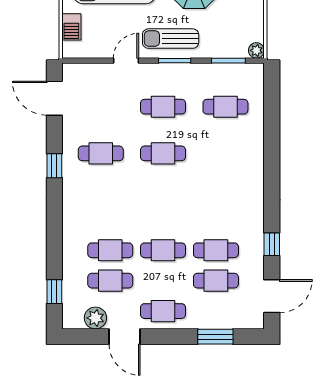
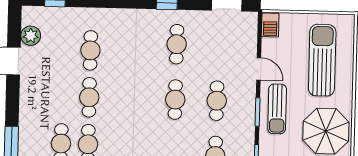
barbecue: (71, 27) -> (270, 25), moved, turned -90
sun lounger: (171, 39) -> (277, 109), turned 180
cafe table: (110, 281) -> (63, 50), removed
cafe table: (163, 311) -> (35, 96), removed

